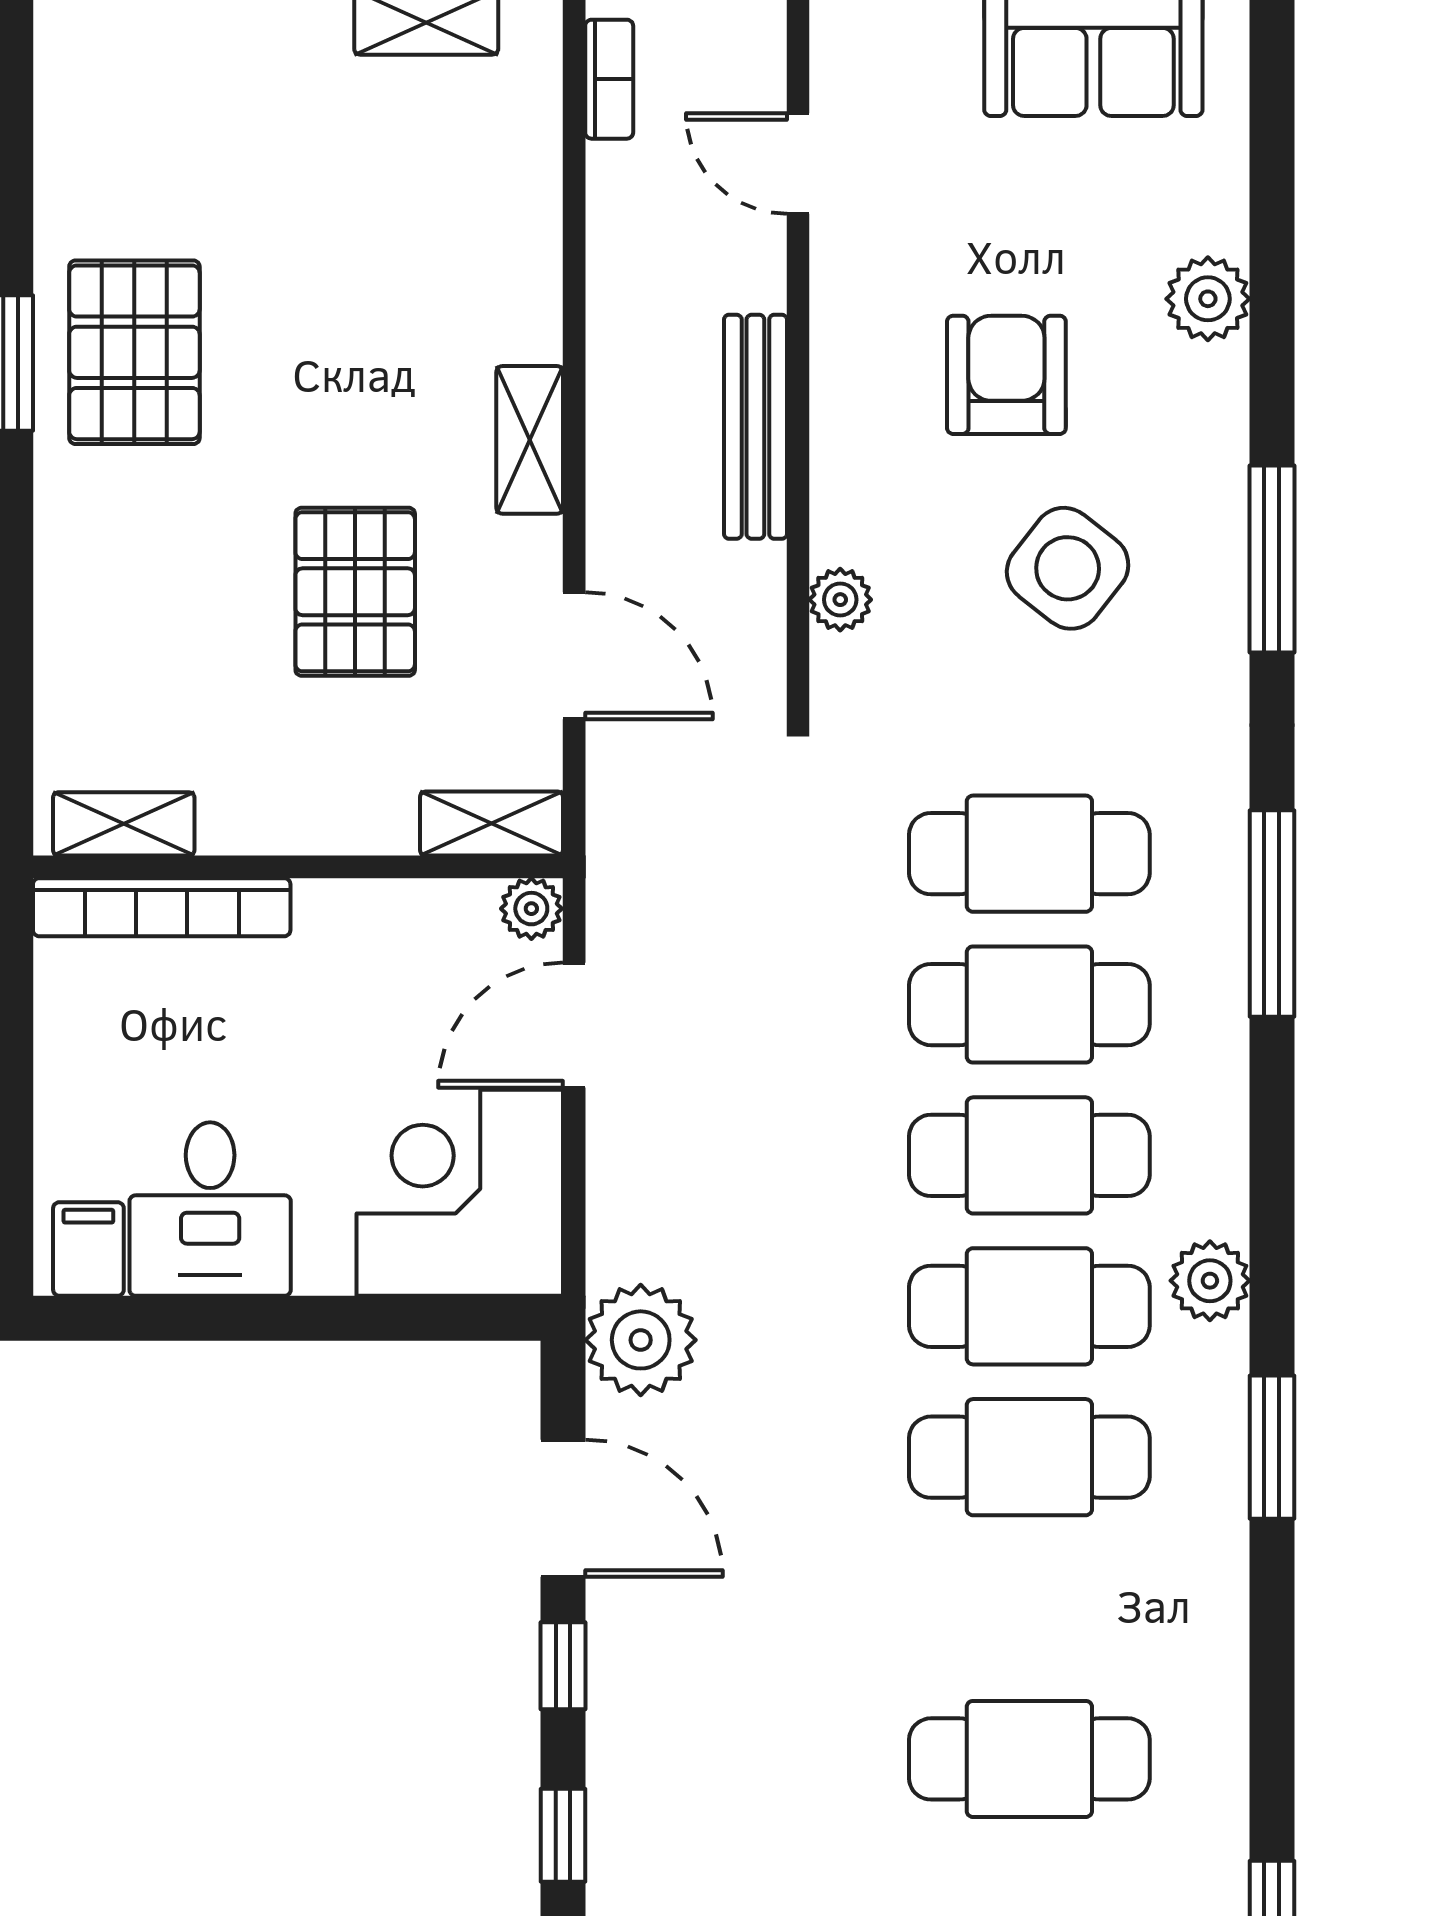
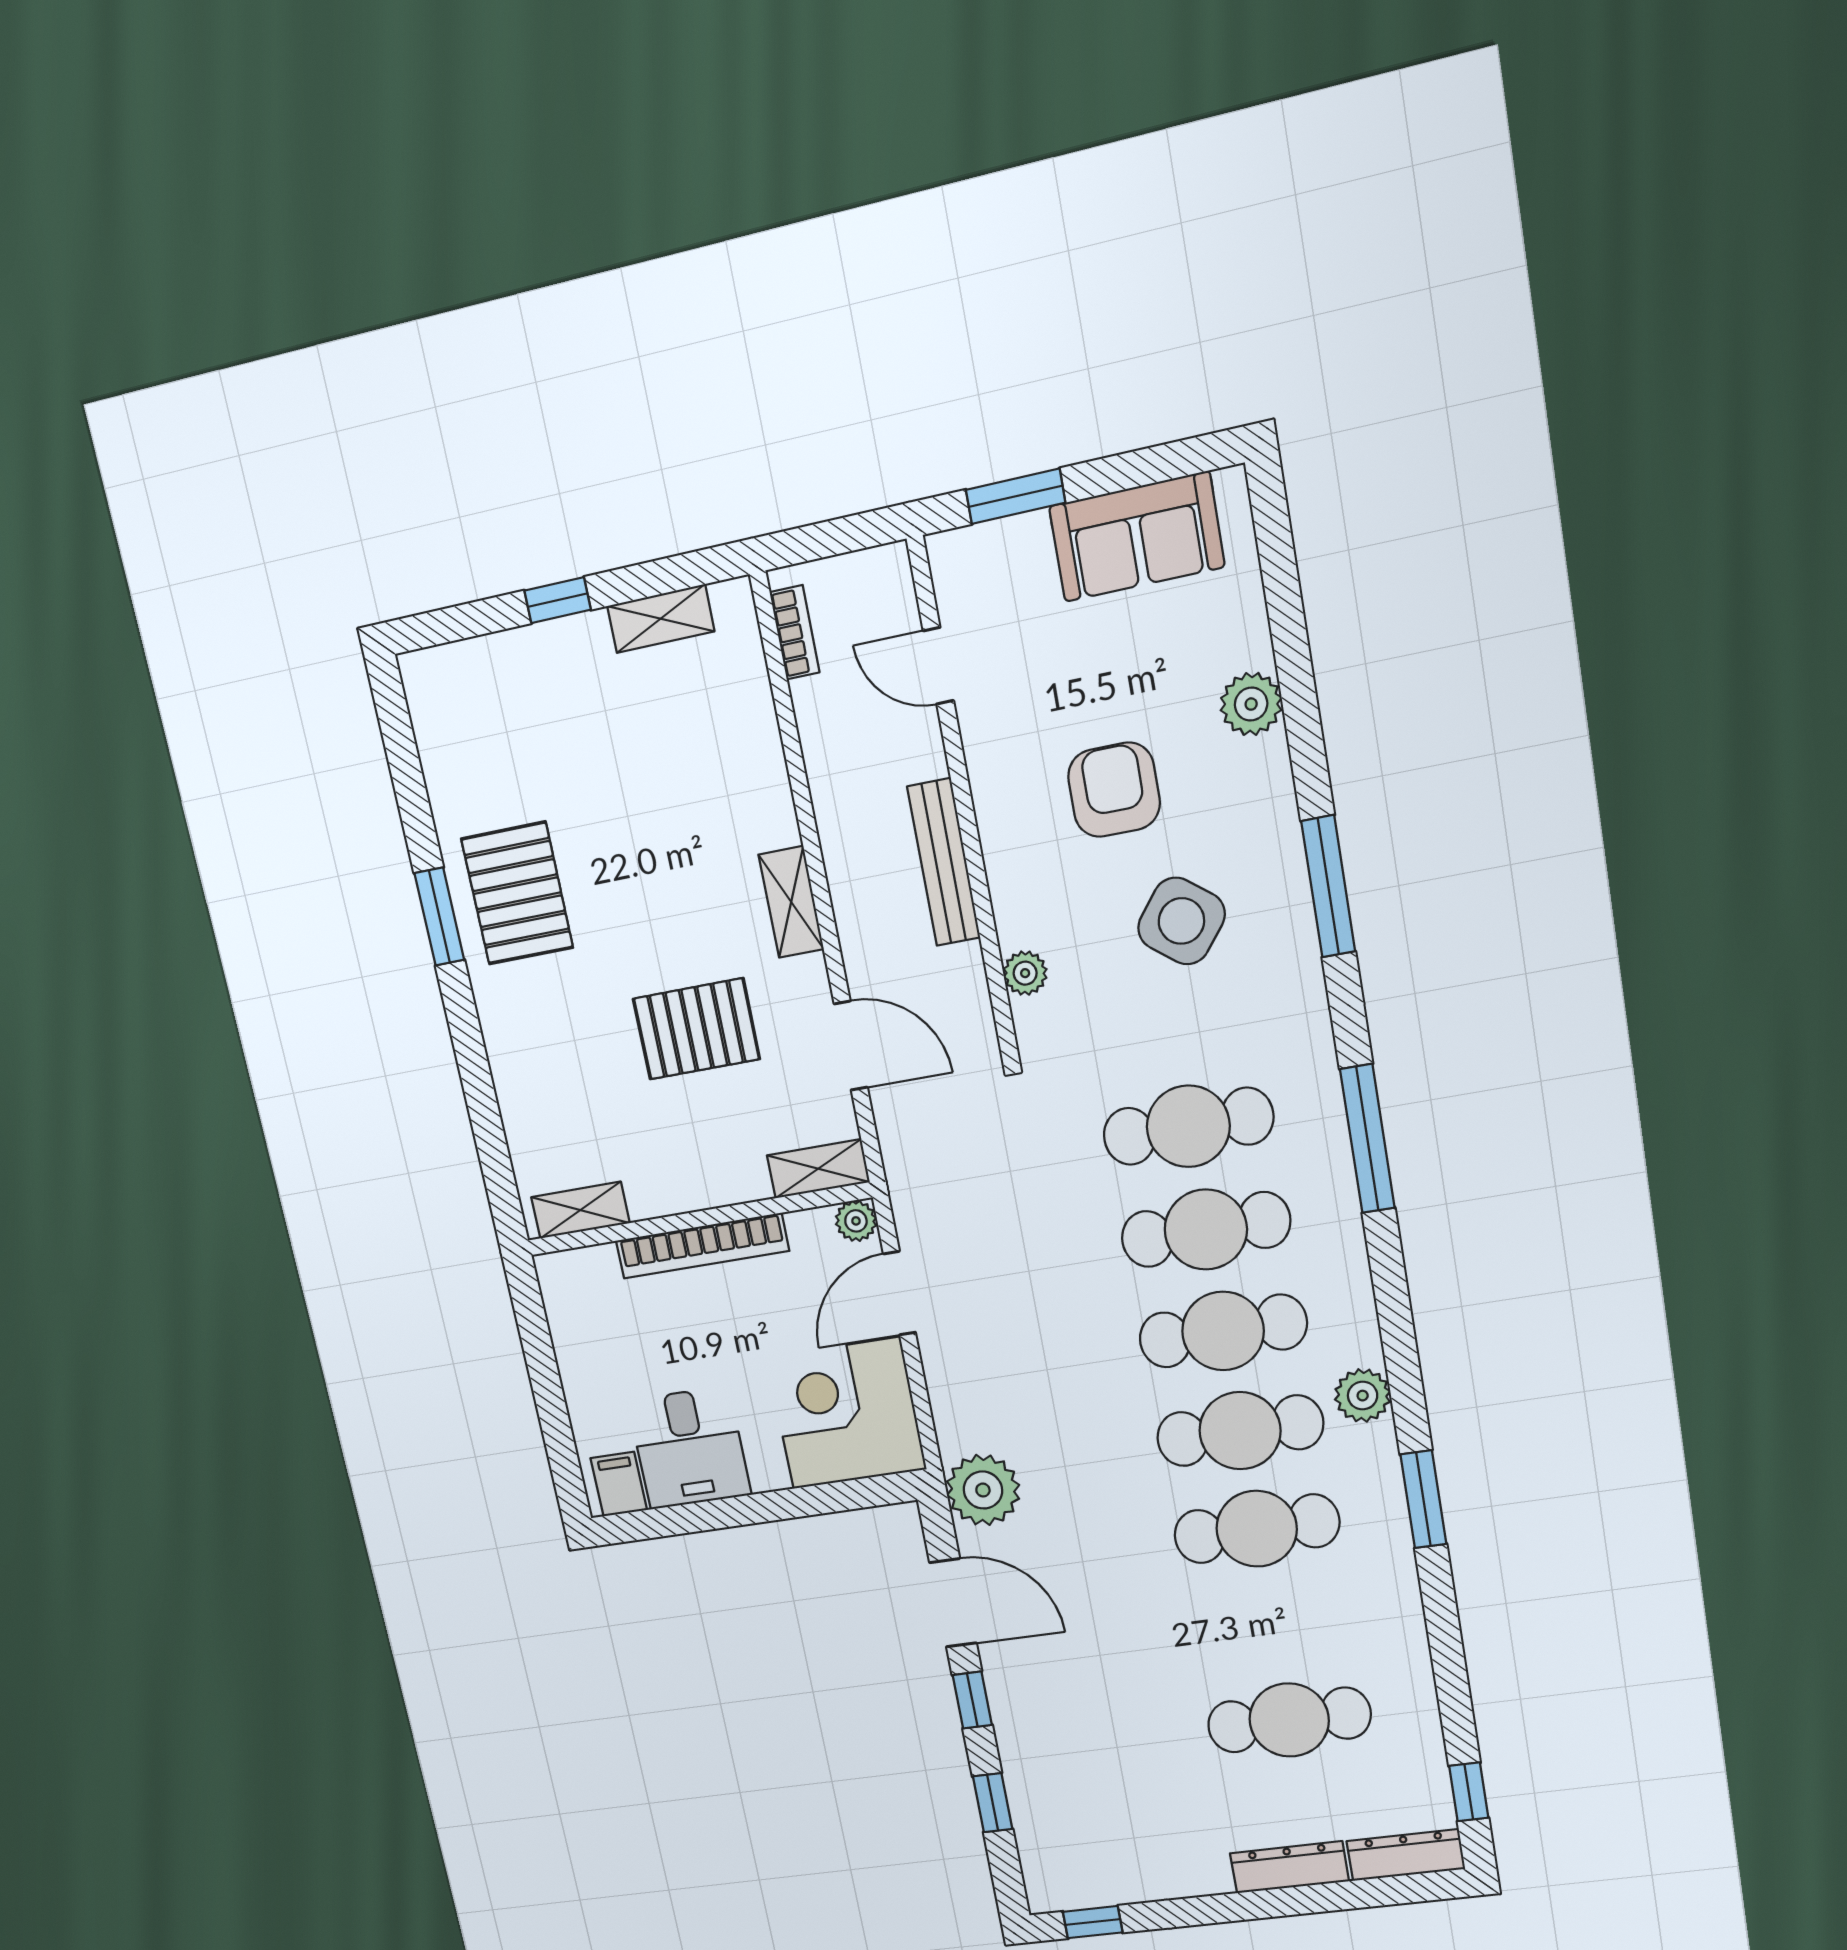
pallet: (355, 592) -> (696, 1029), turned 90
bookcase: (162, 907) -> (702, 1246), moved

